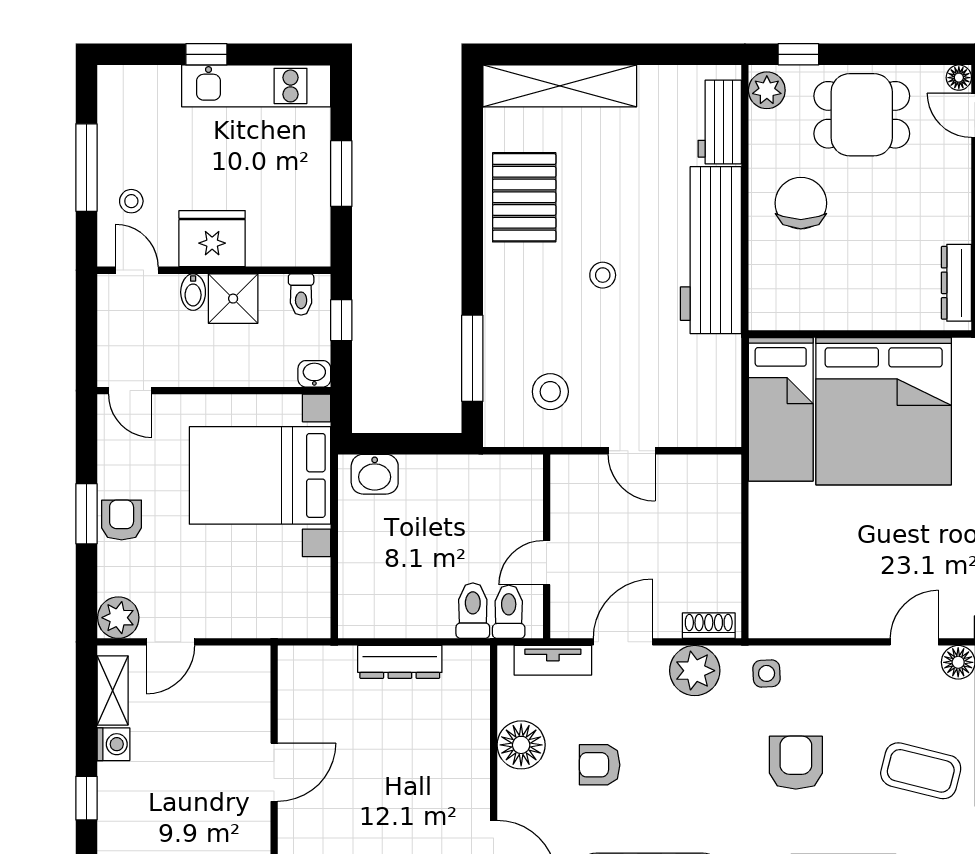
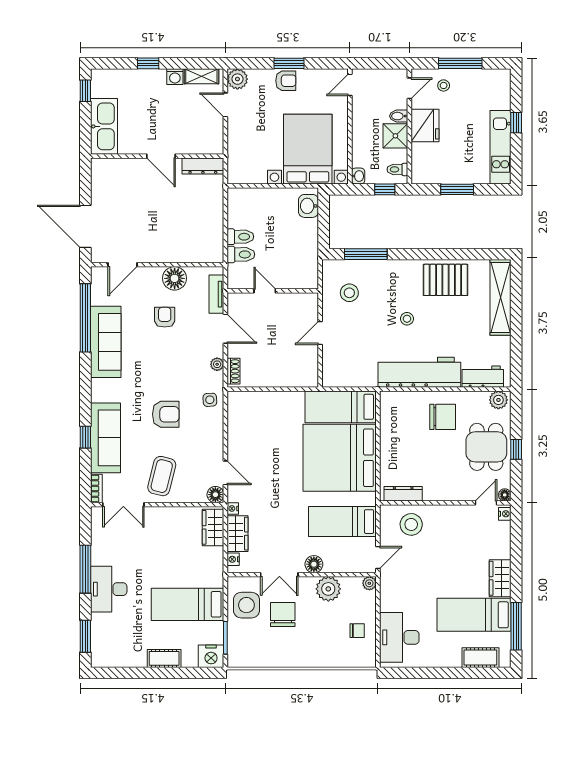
window: (798, 54) -> (516, 449), moved
toilet: (509, 612) -> (240, 237), moved
dresser: (400, 662) -> (203, 166), moved, turned -90
plant: (695, 671) -> (217, 364), width x0.53, depth x0.53

